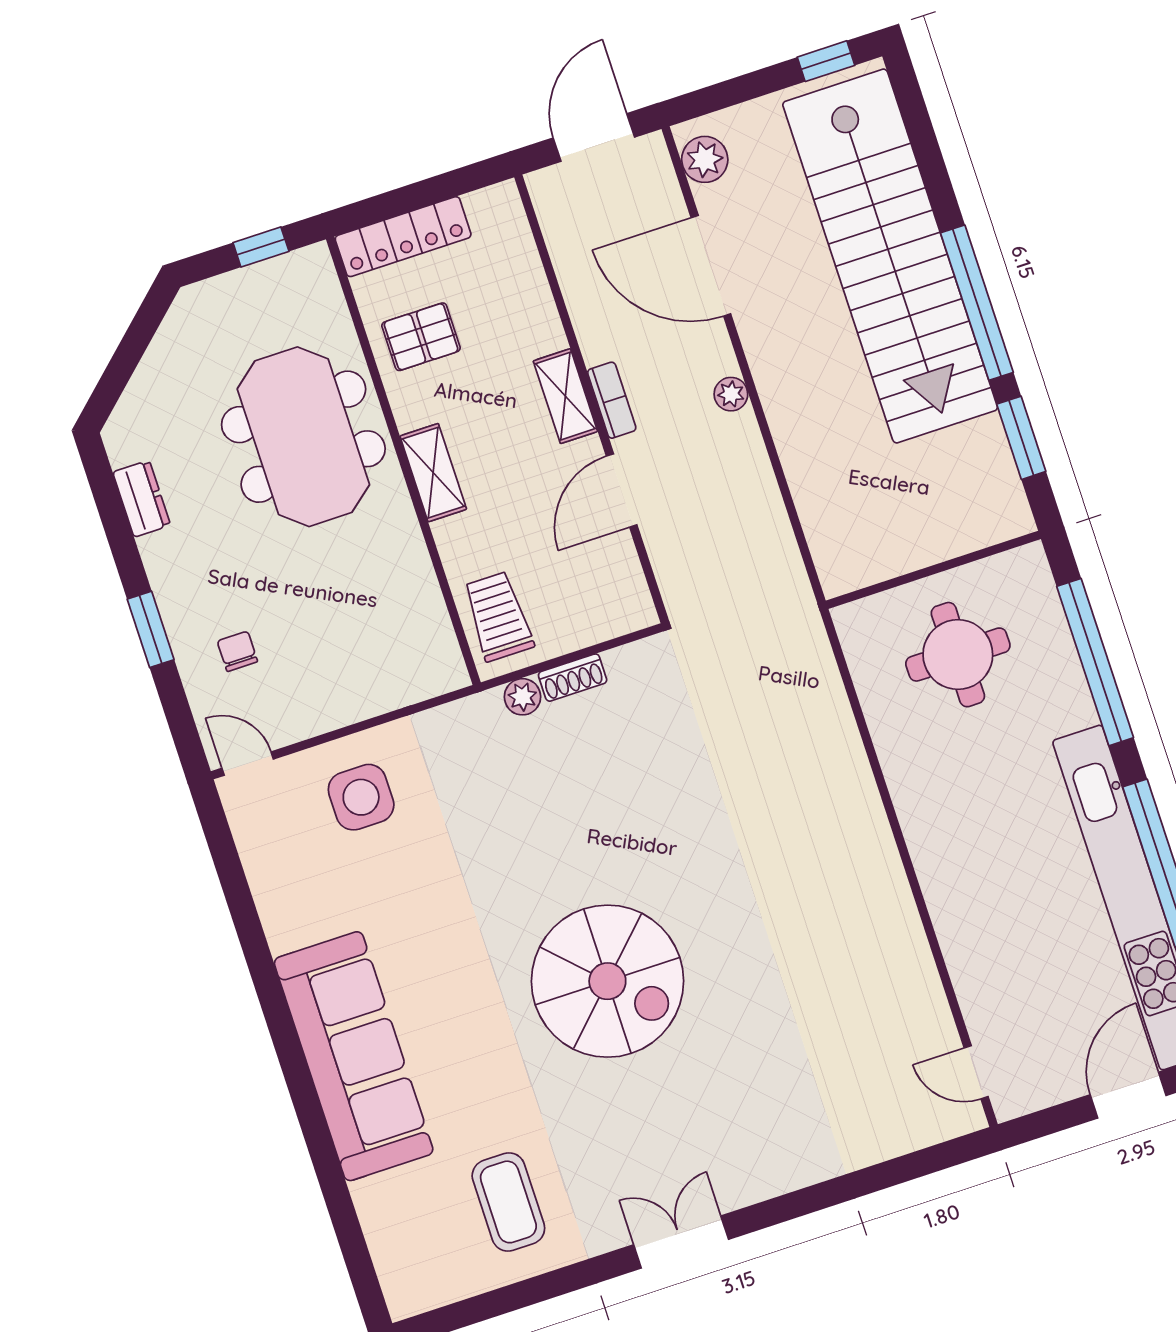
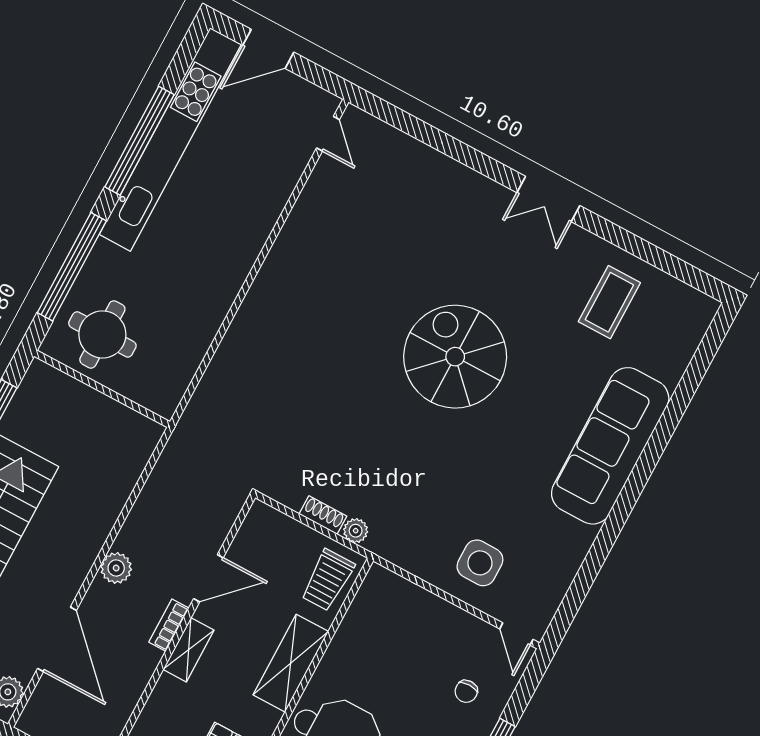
plant: (731, 394) -> (116, 568), width x1.38, depth x1.38
shelving: (433, 473) -> (291, 663), width x1.50, depth x1.33
round table: (958, 655) -> (102, 334), moved

